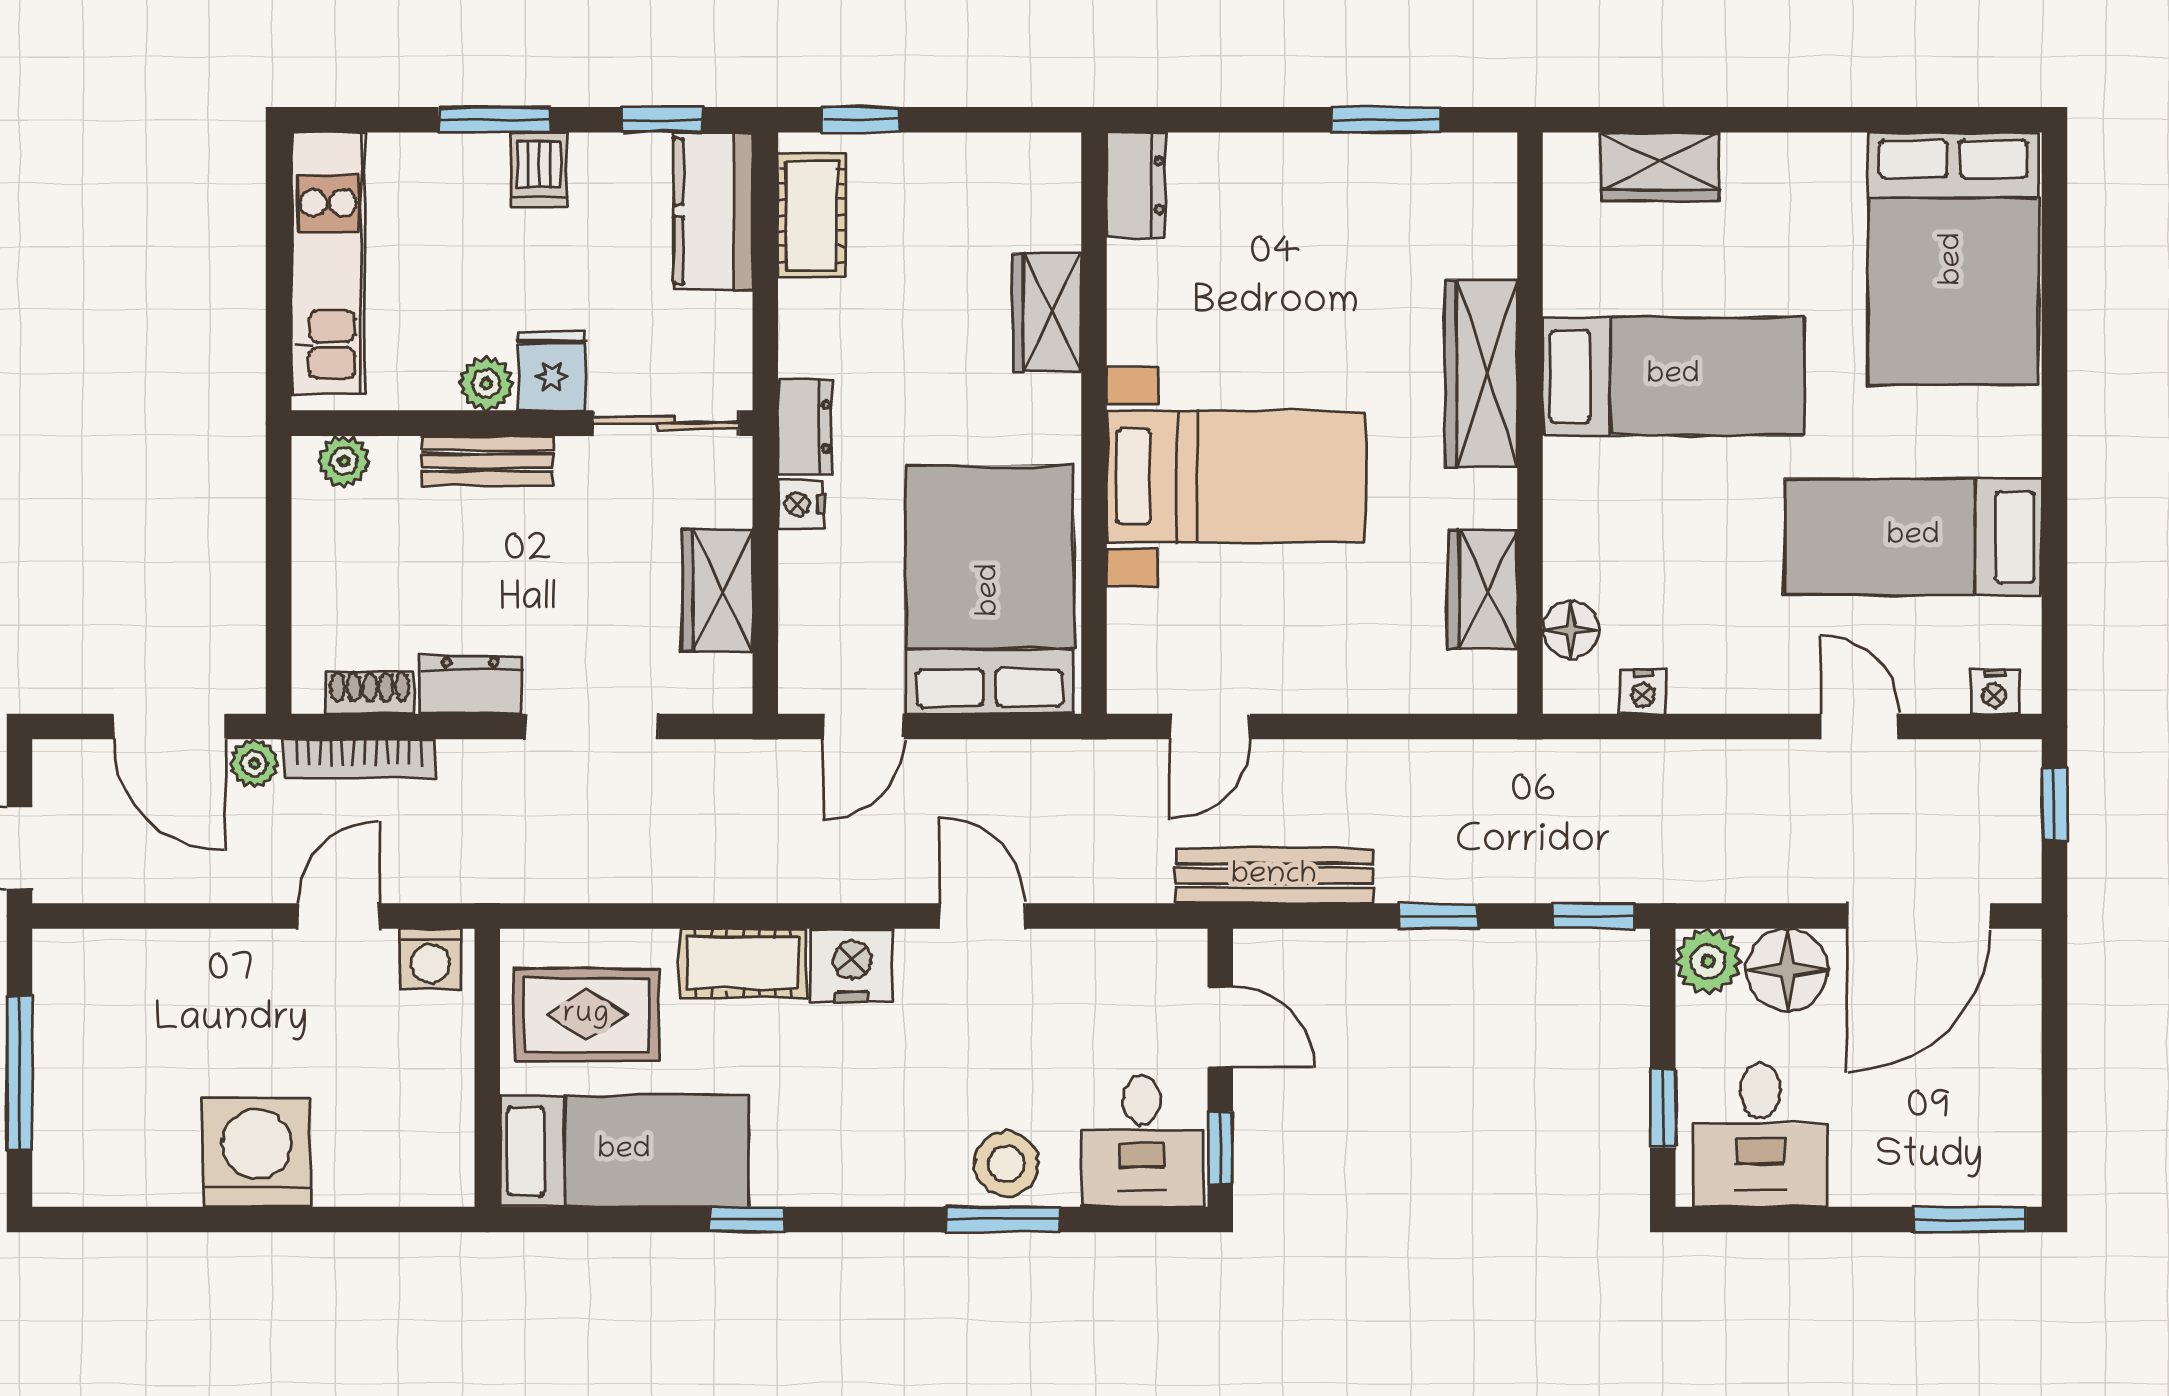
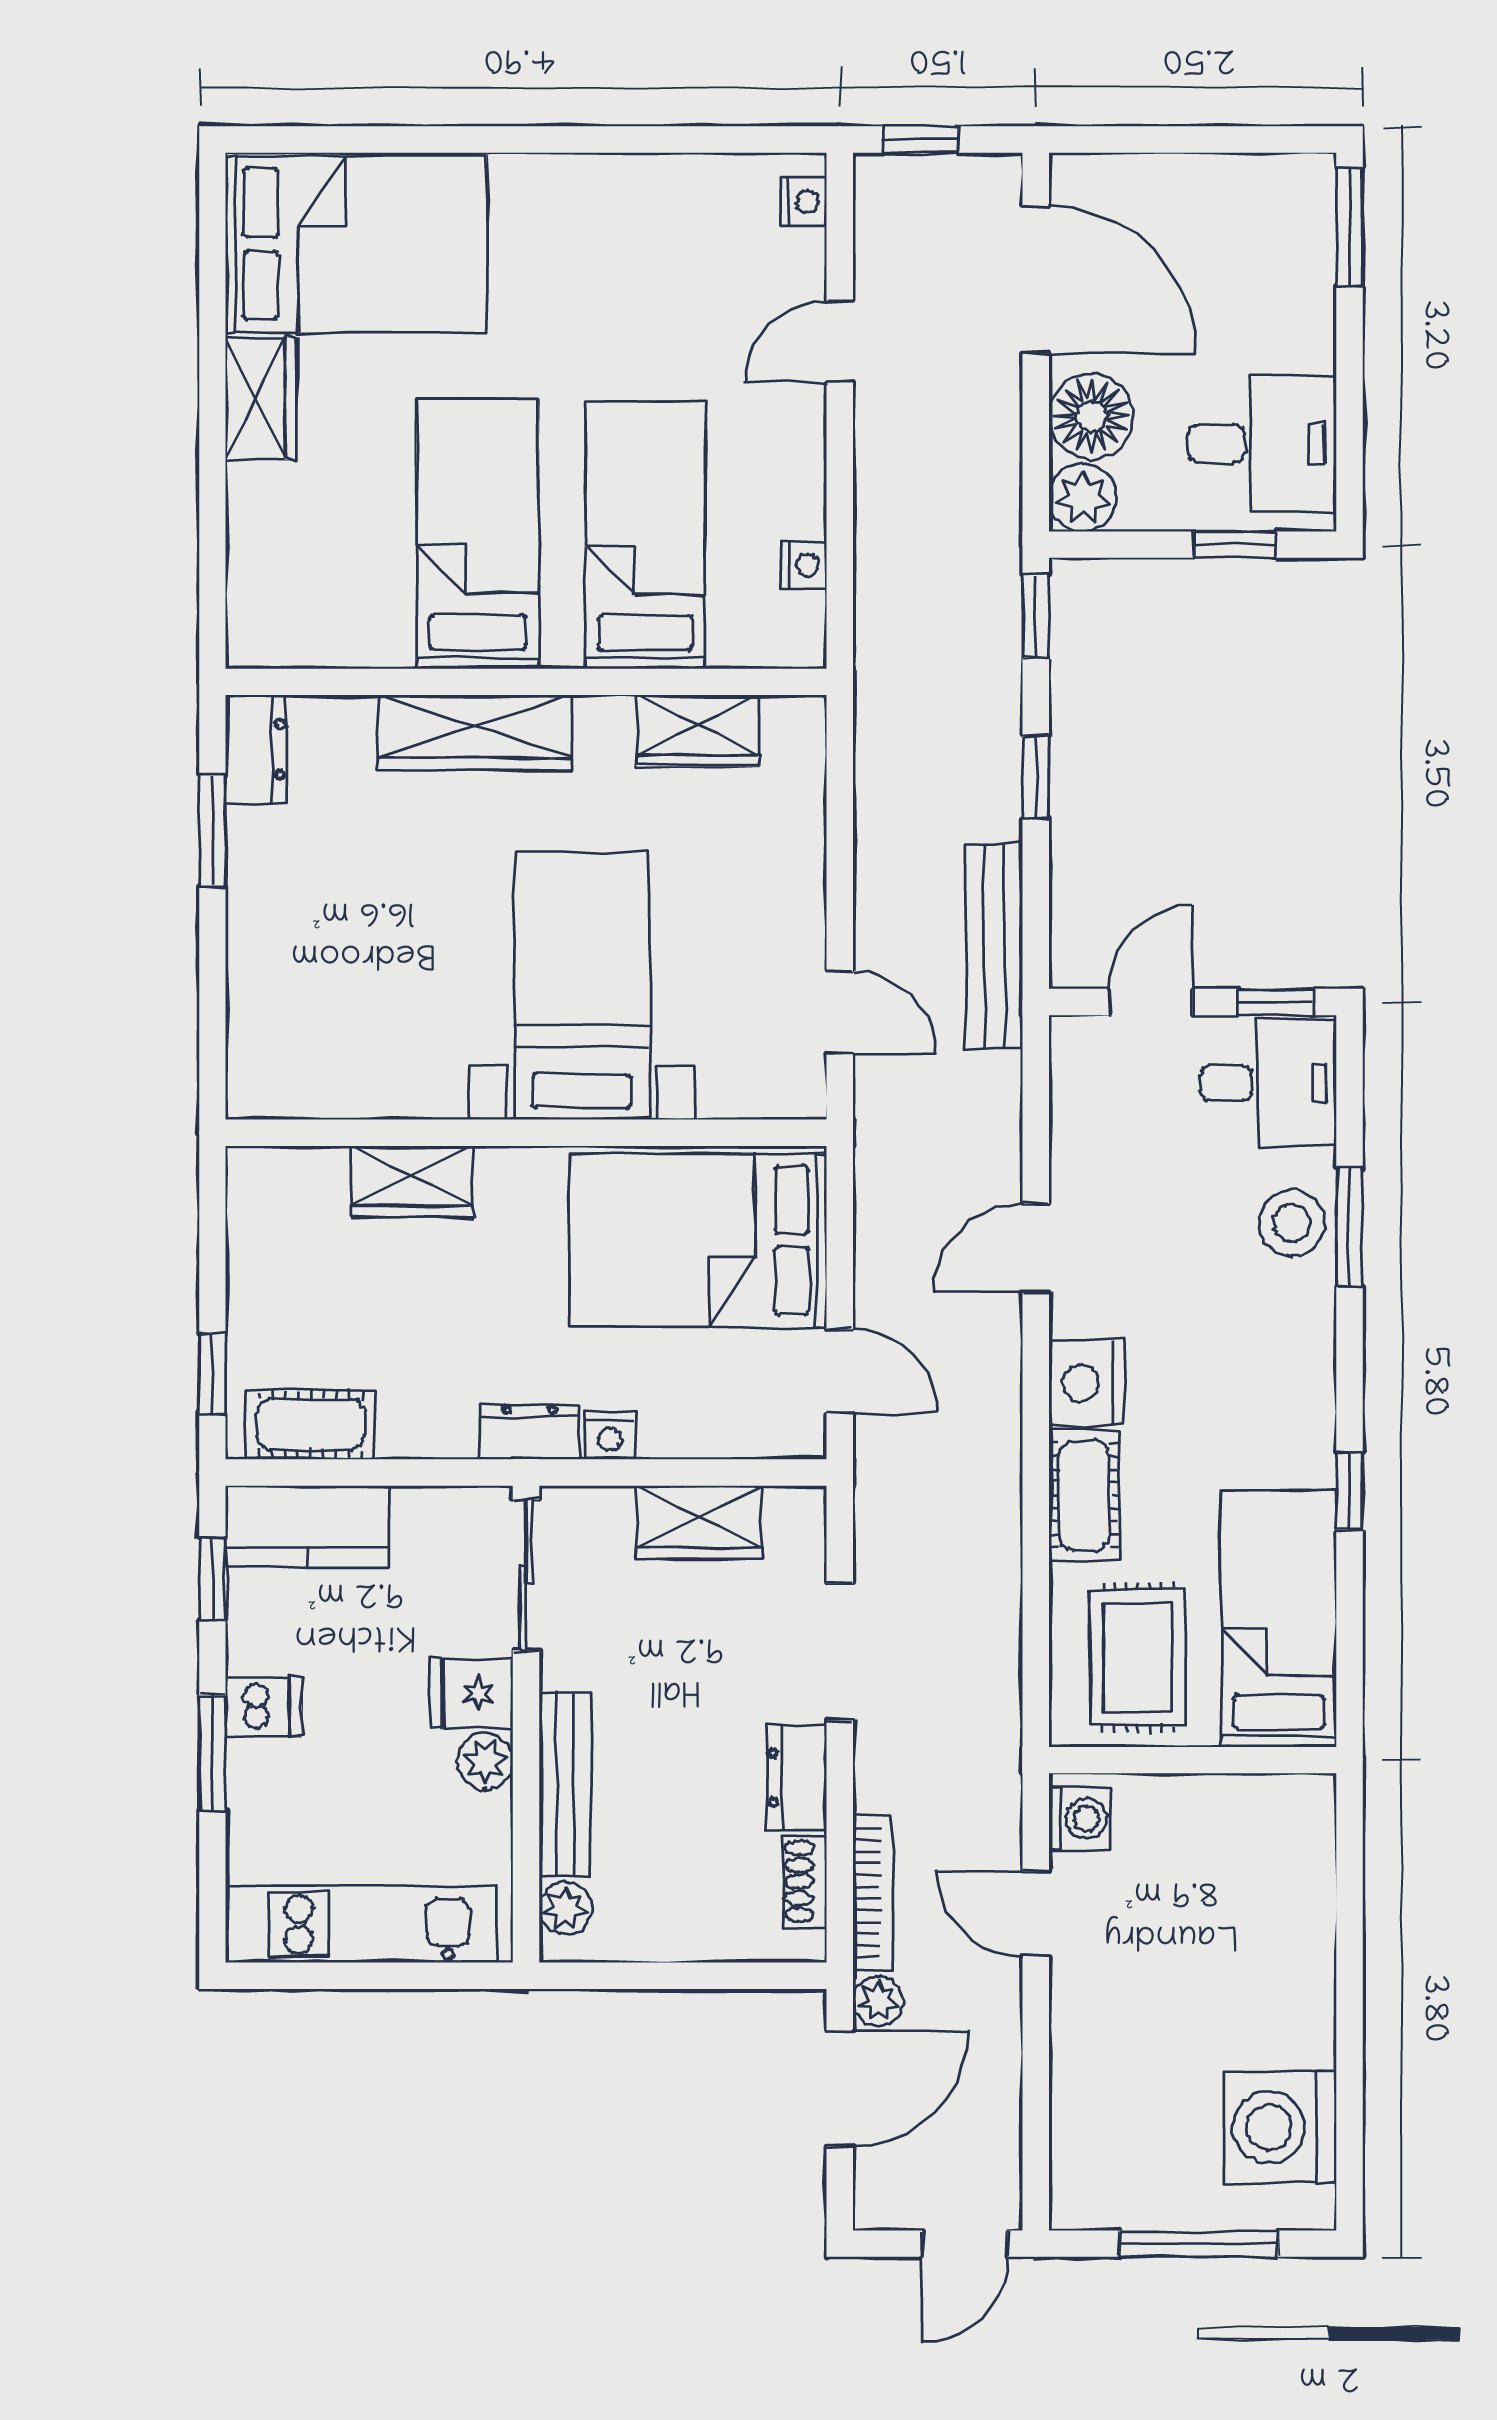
wardrobe: (1660, 167) -> (261, 398), moved
dresser: (1136, 185) -> (256, 750), moved, turned 90
bench: (487, 461) -> (565, 1784), width x1.36
bed: (1913, 537) -> (645, 536), moved, turned 180
floor lamp: (1571, 630) -> (740, 639), removed
washing machine: (257, 1153) -> (1280, 2127), moved

